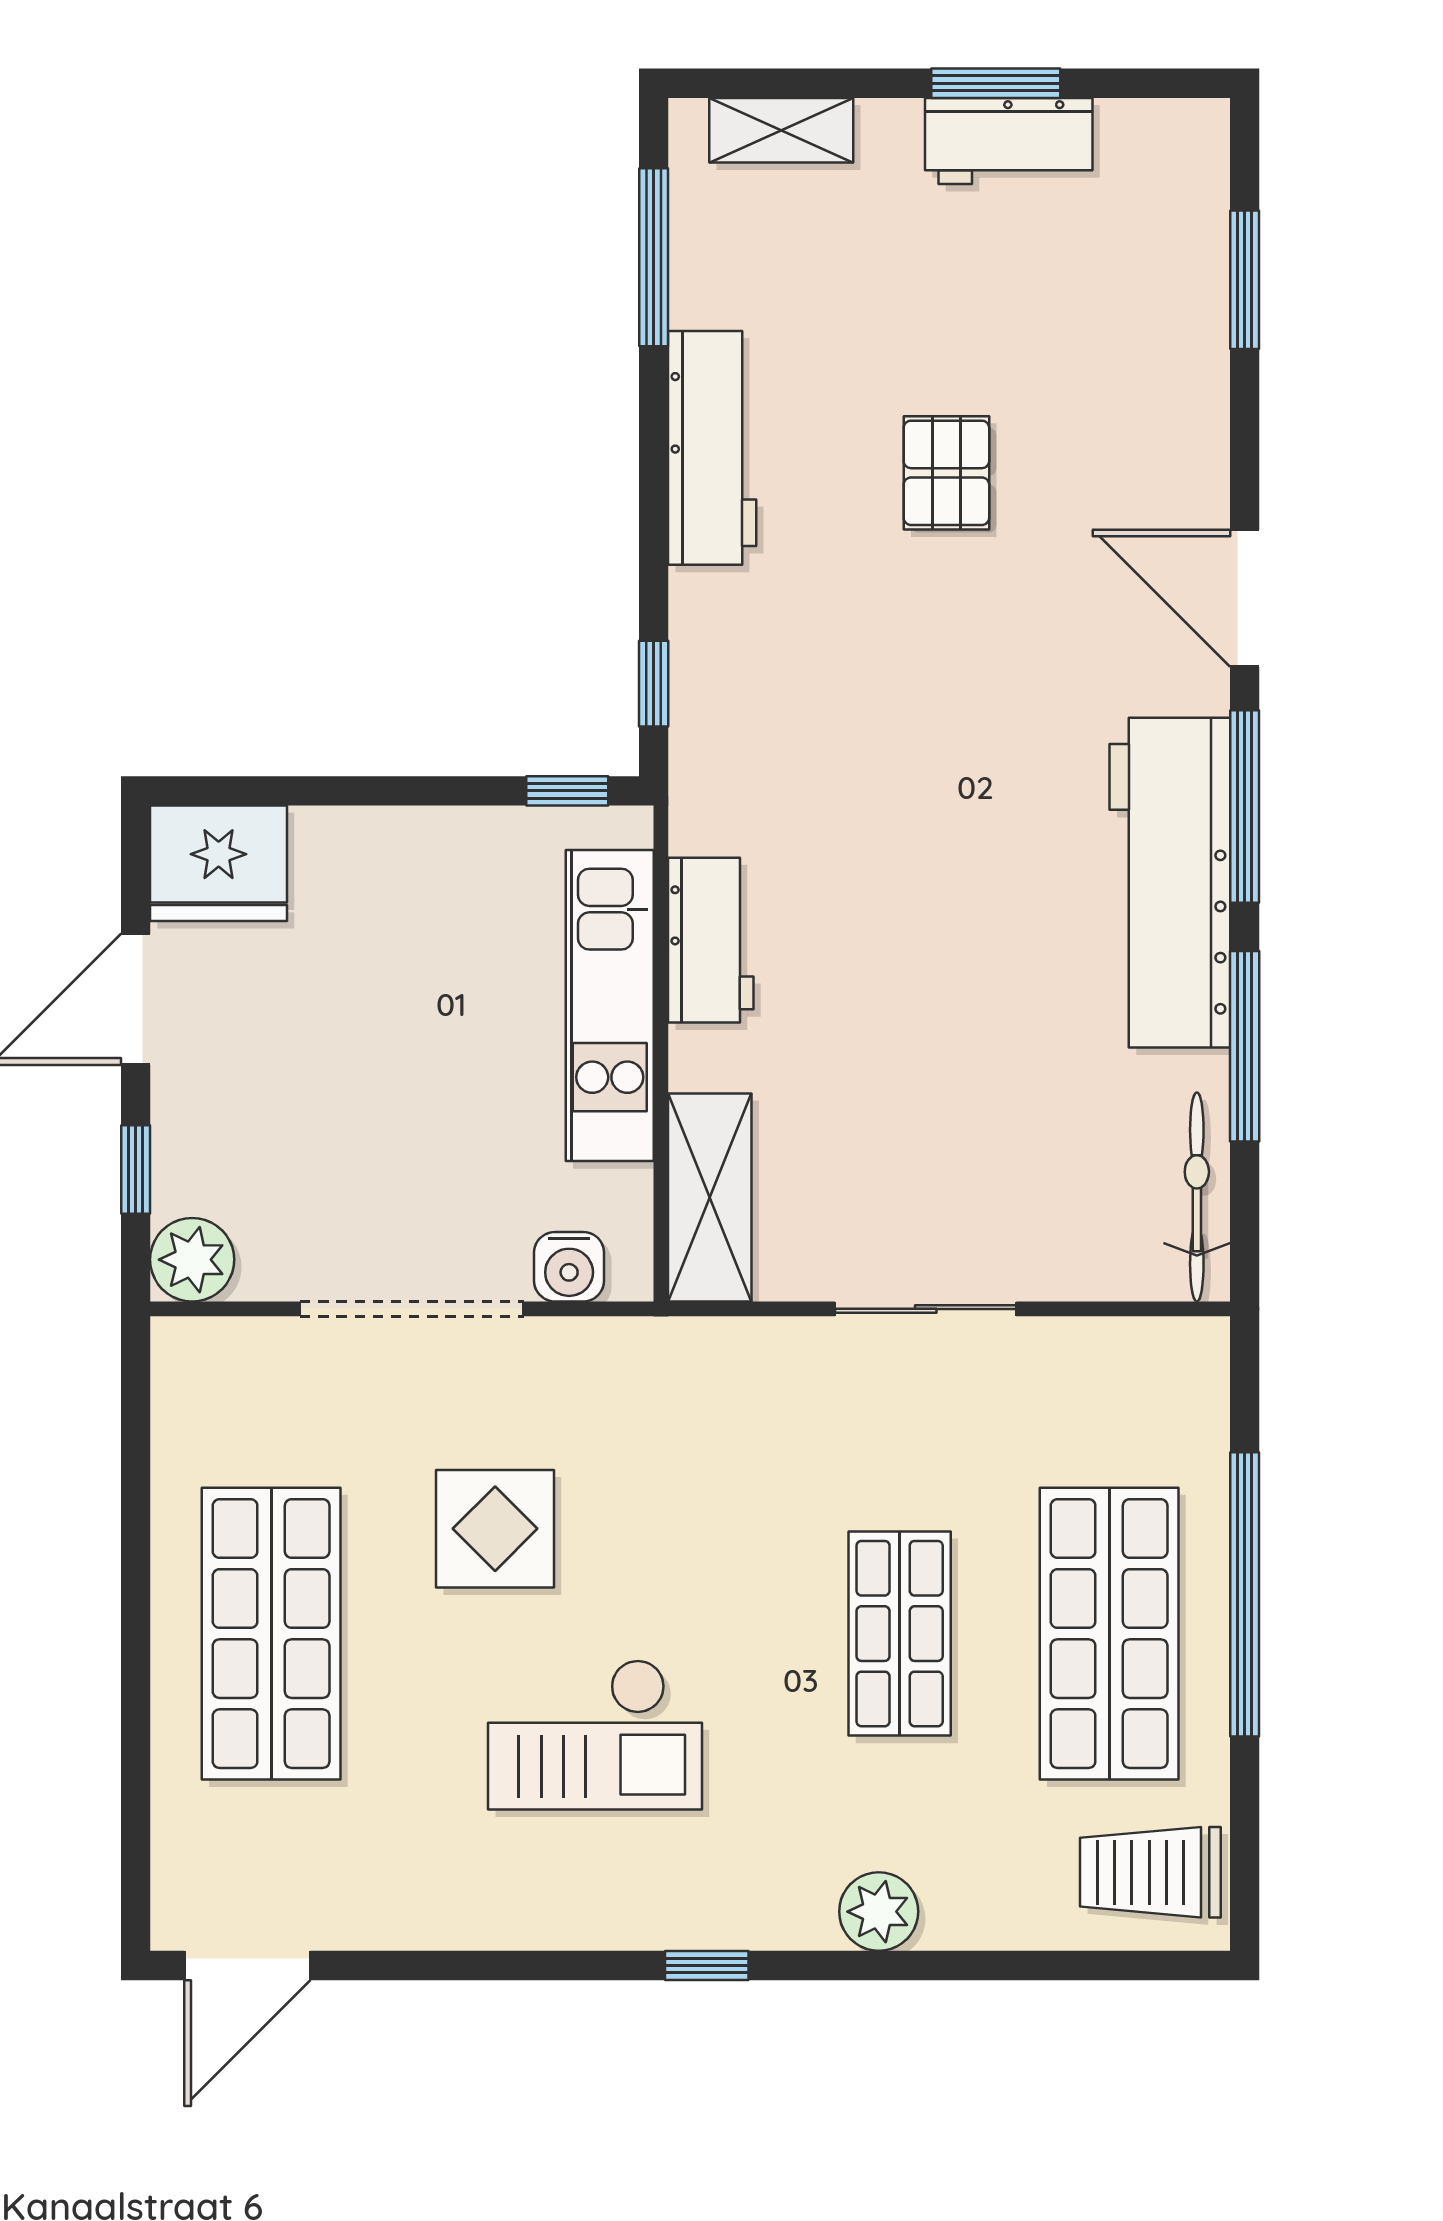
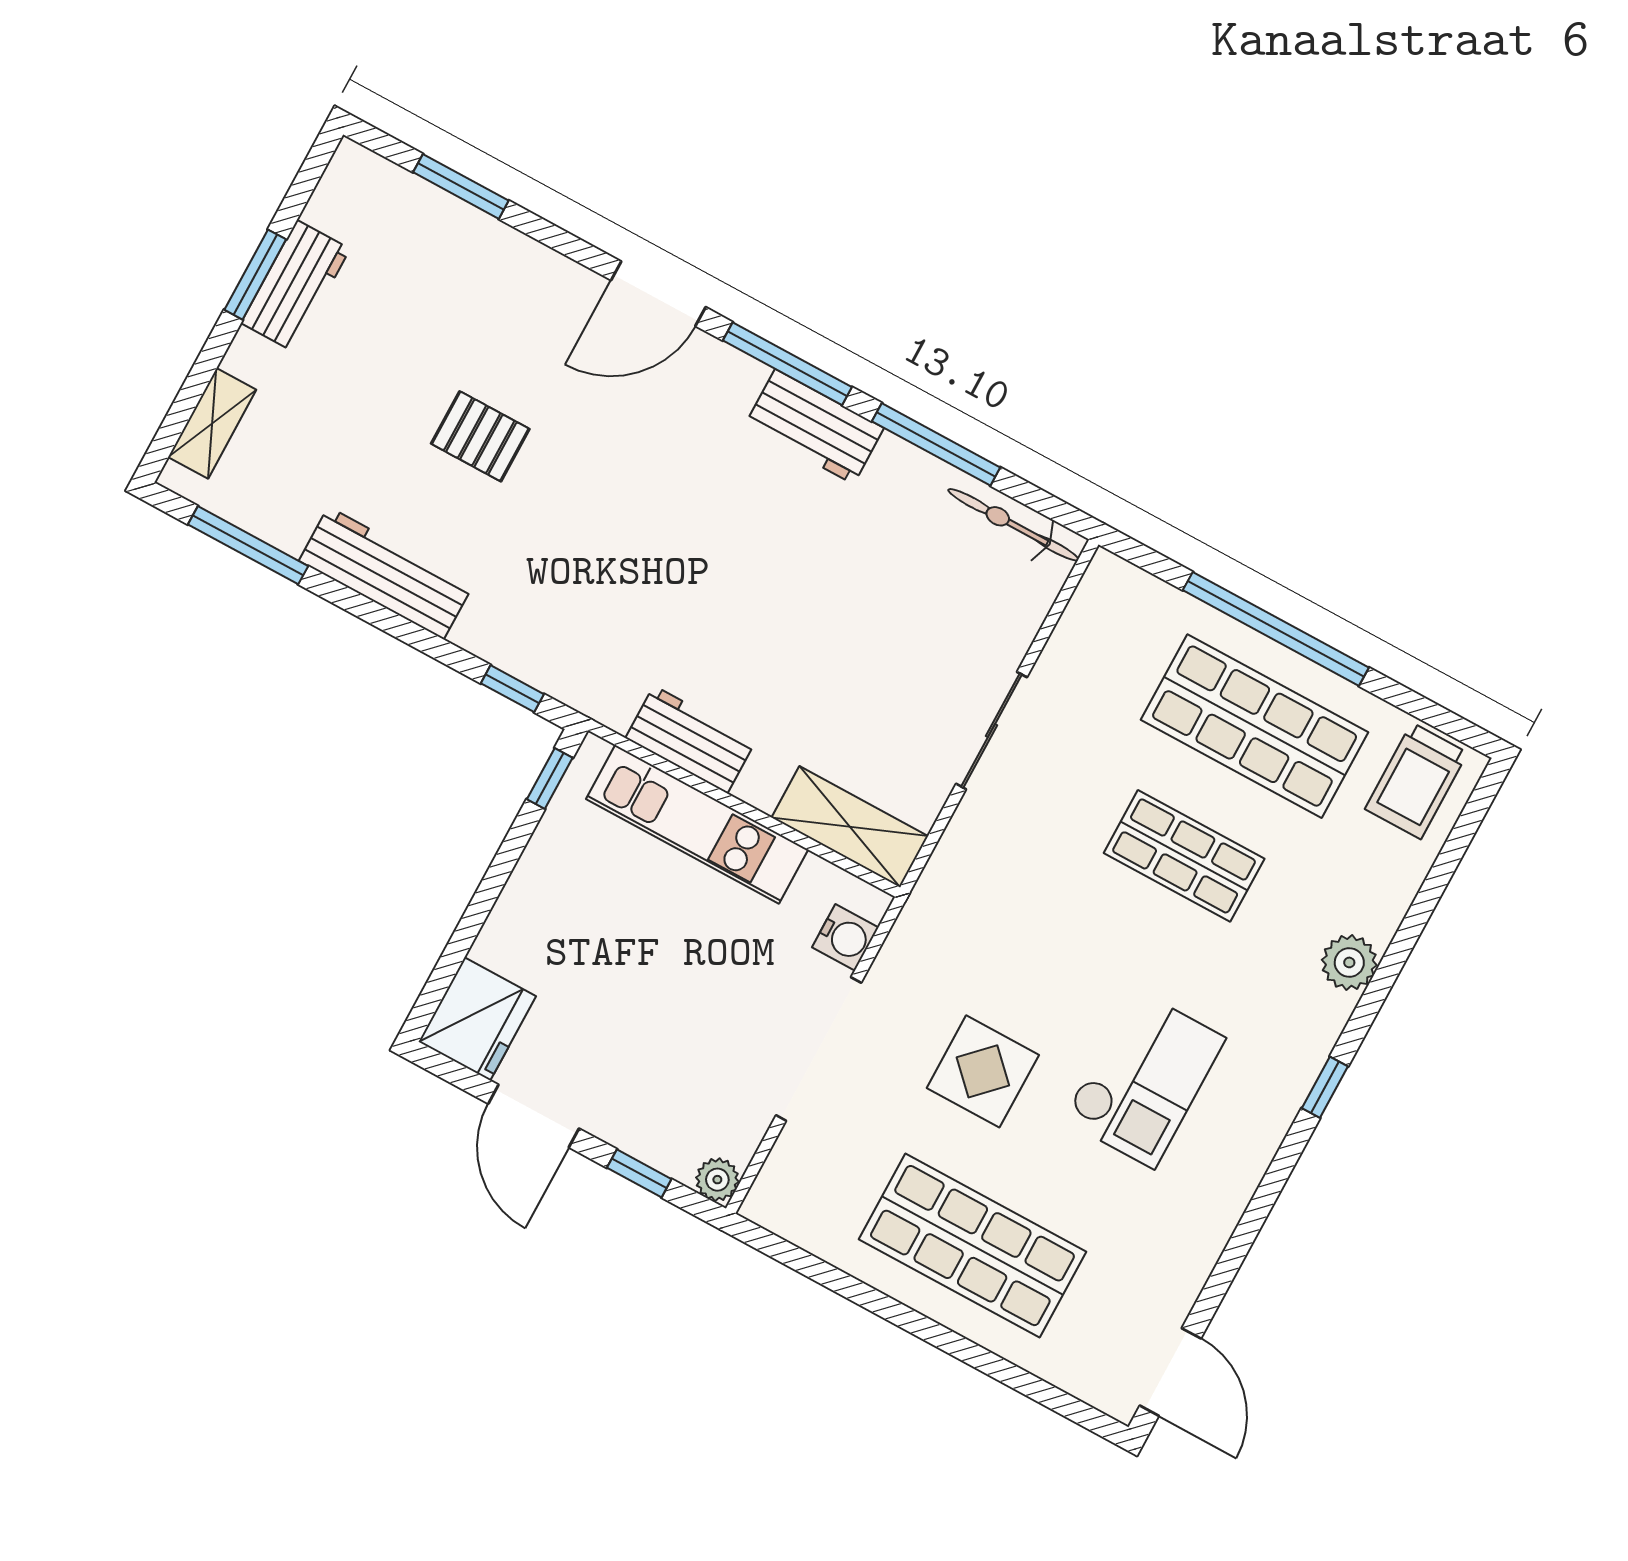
workbench: (1170, 883) -> (814, 427), width x0.53, depth x0.76
plant: (192, 1260) -> (717, 1180), width x0.73, depth x0.73

